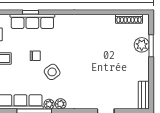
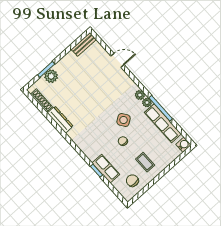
dresser: (99, 20) -> (60, 120), added
row of seats: (32, 21) -> (106, 169), width x0.68

